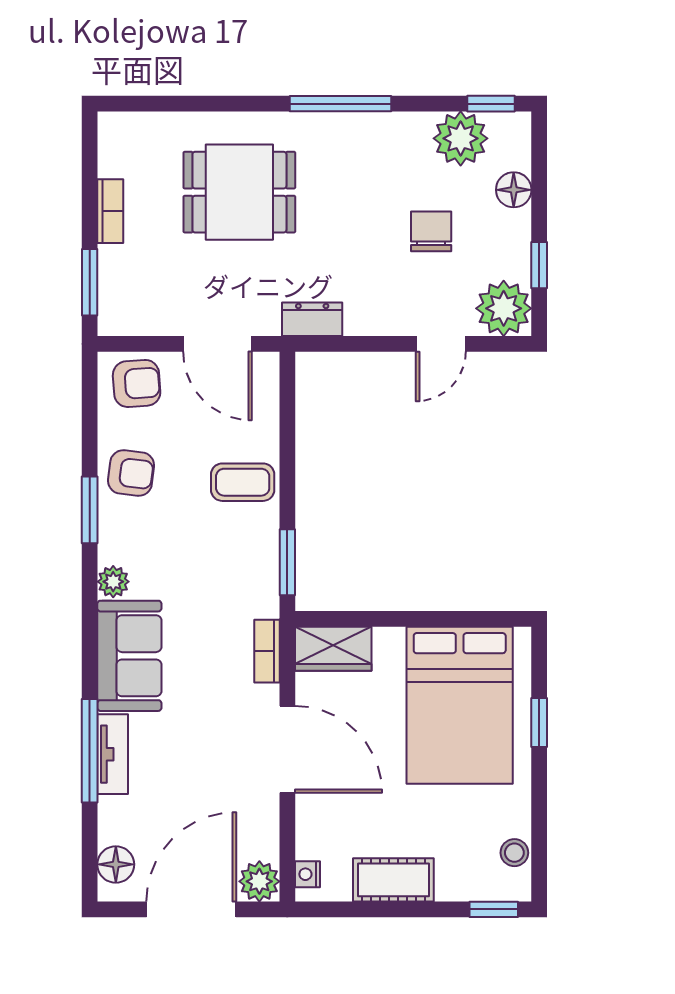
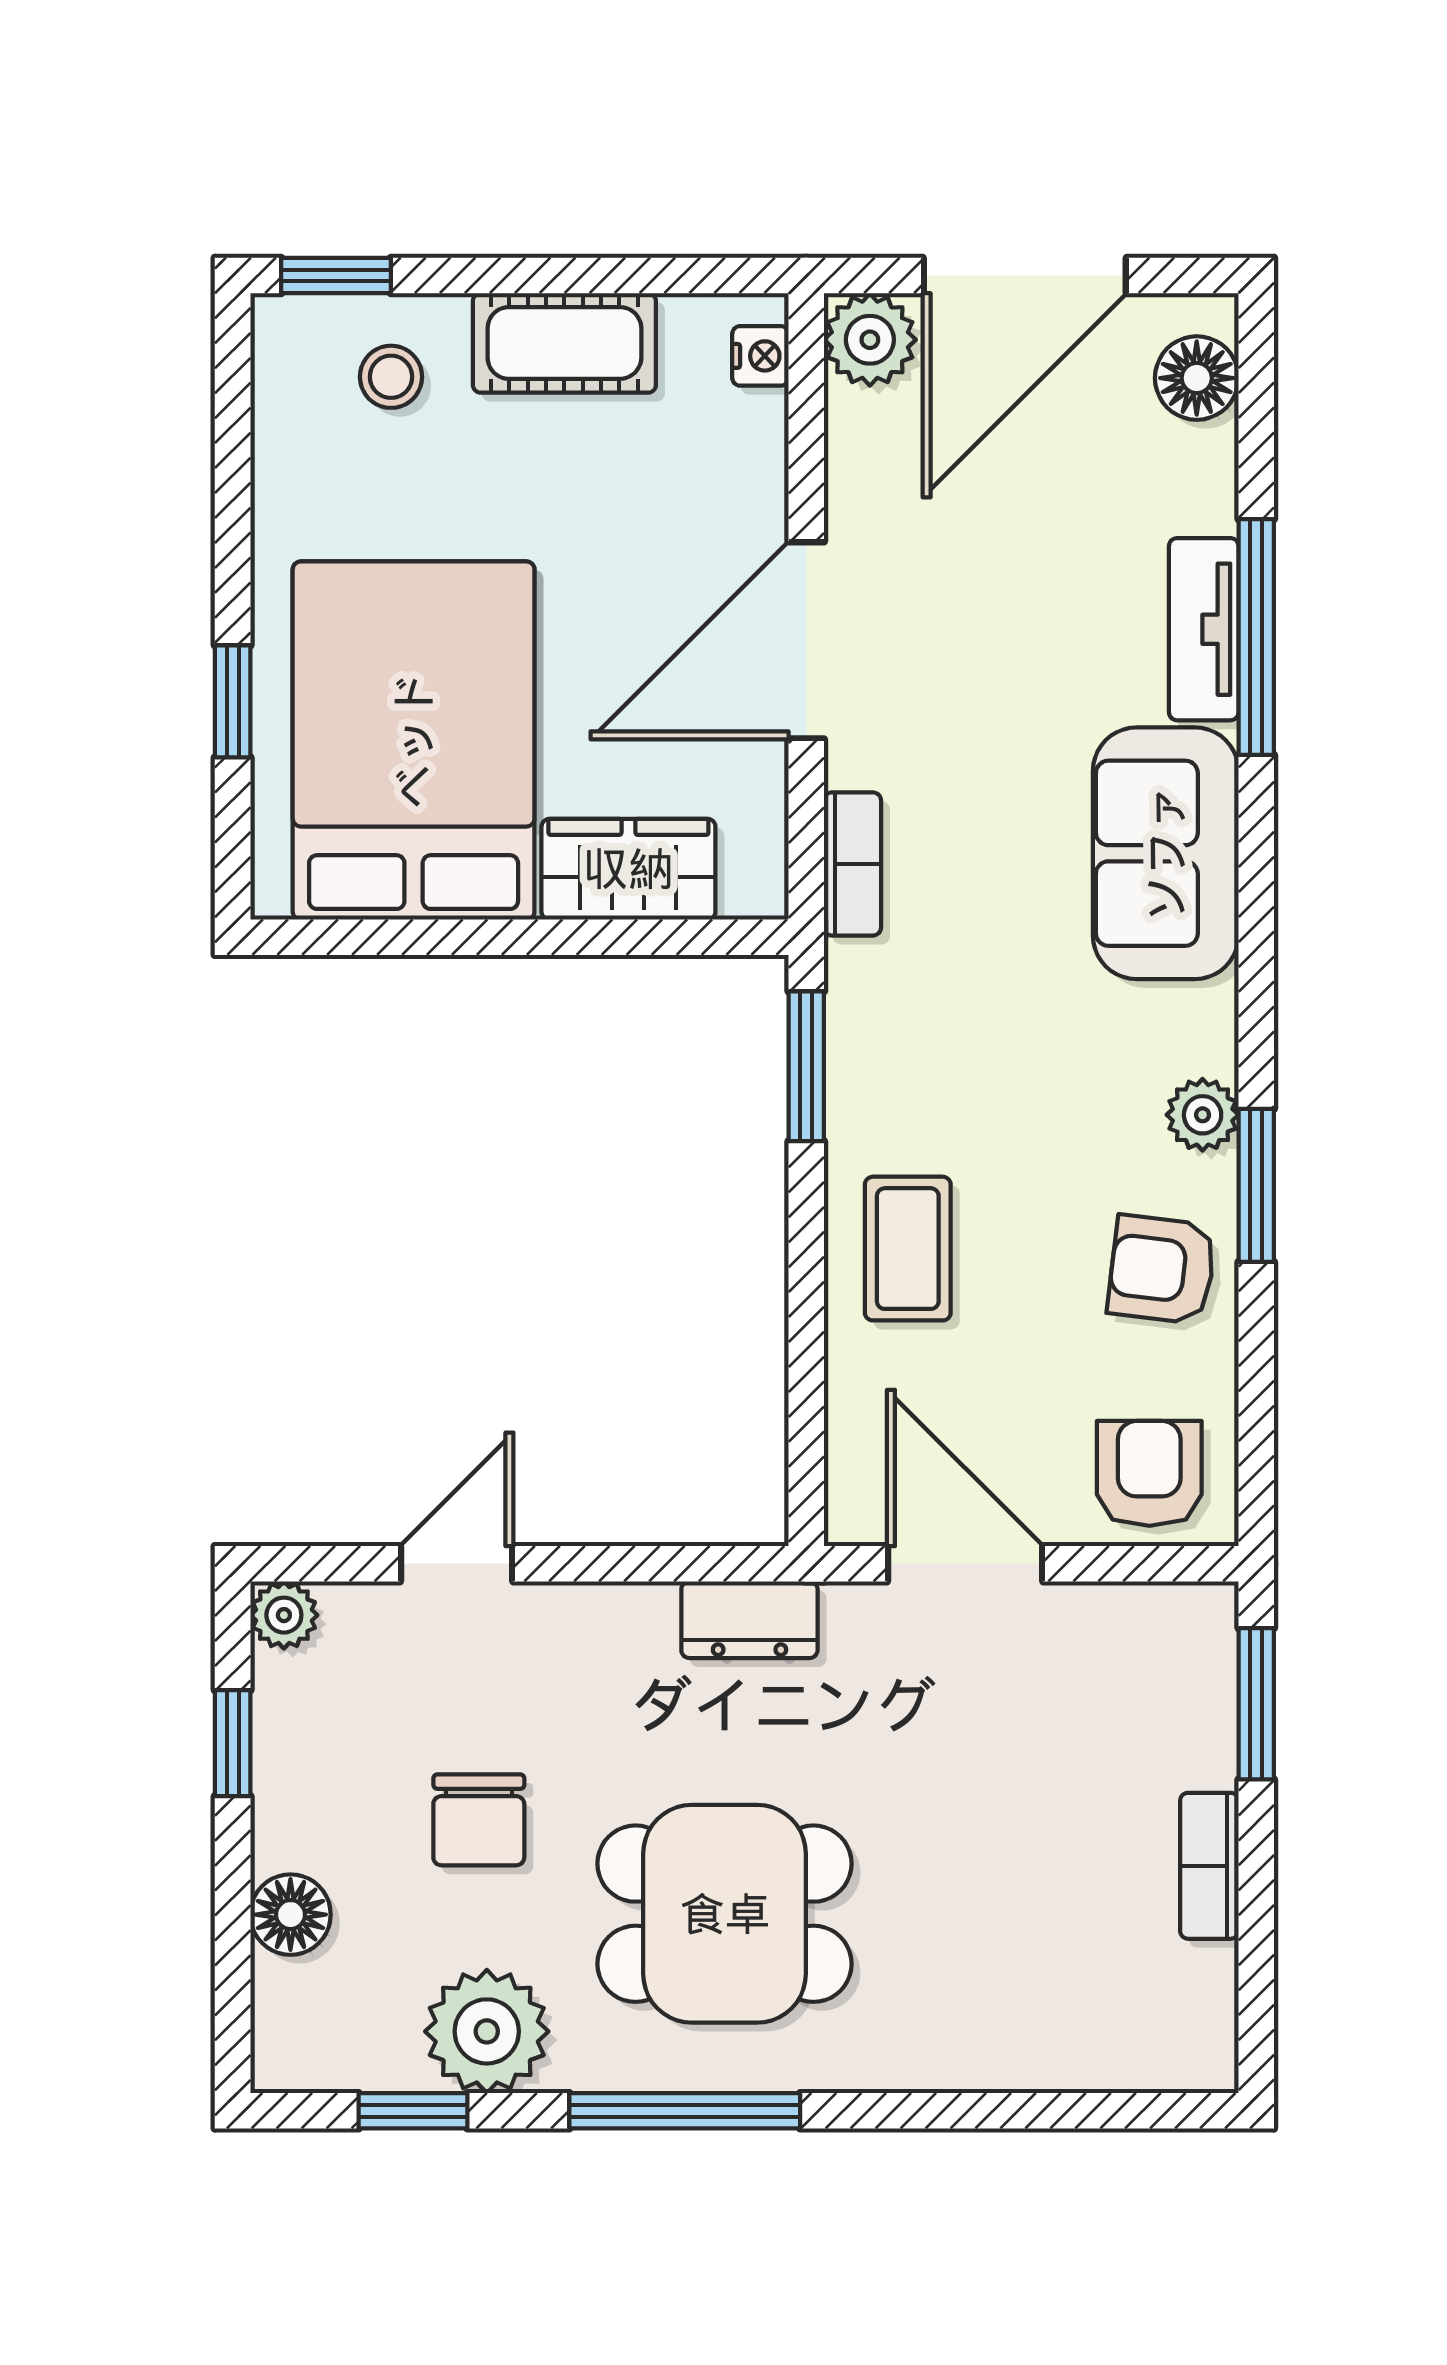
window: (491, 104) -> (413, 2111), moved
plant: (461, 138) -> (487, 2031), moved
dining table: (239, 192) -> (725, 1914), moved
plant: (504, 308) -> (284, 1615), width x0.53, depth x0.53
armchair: (137, 383) -> (1149, 1473), turned 94
coffee table: (243, 482) -> (908, 1249), turned 90
plant: (113, 582) -> (1203, 1115), moved
wardrobe: (333, 649) -> (628, 869), moved
door: (287, 749) -> (806, 640), hinge flipped
stool: (514, 853) -> (391, 377), moved

